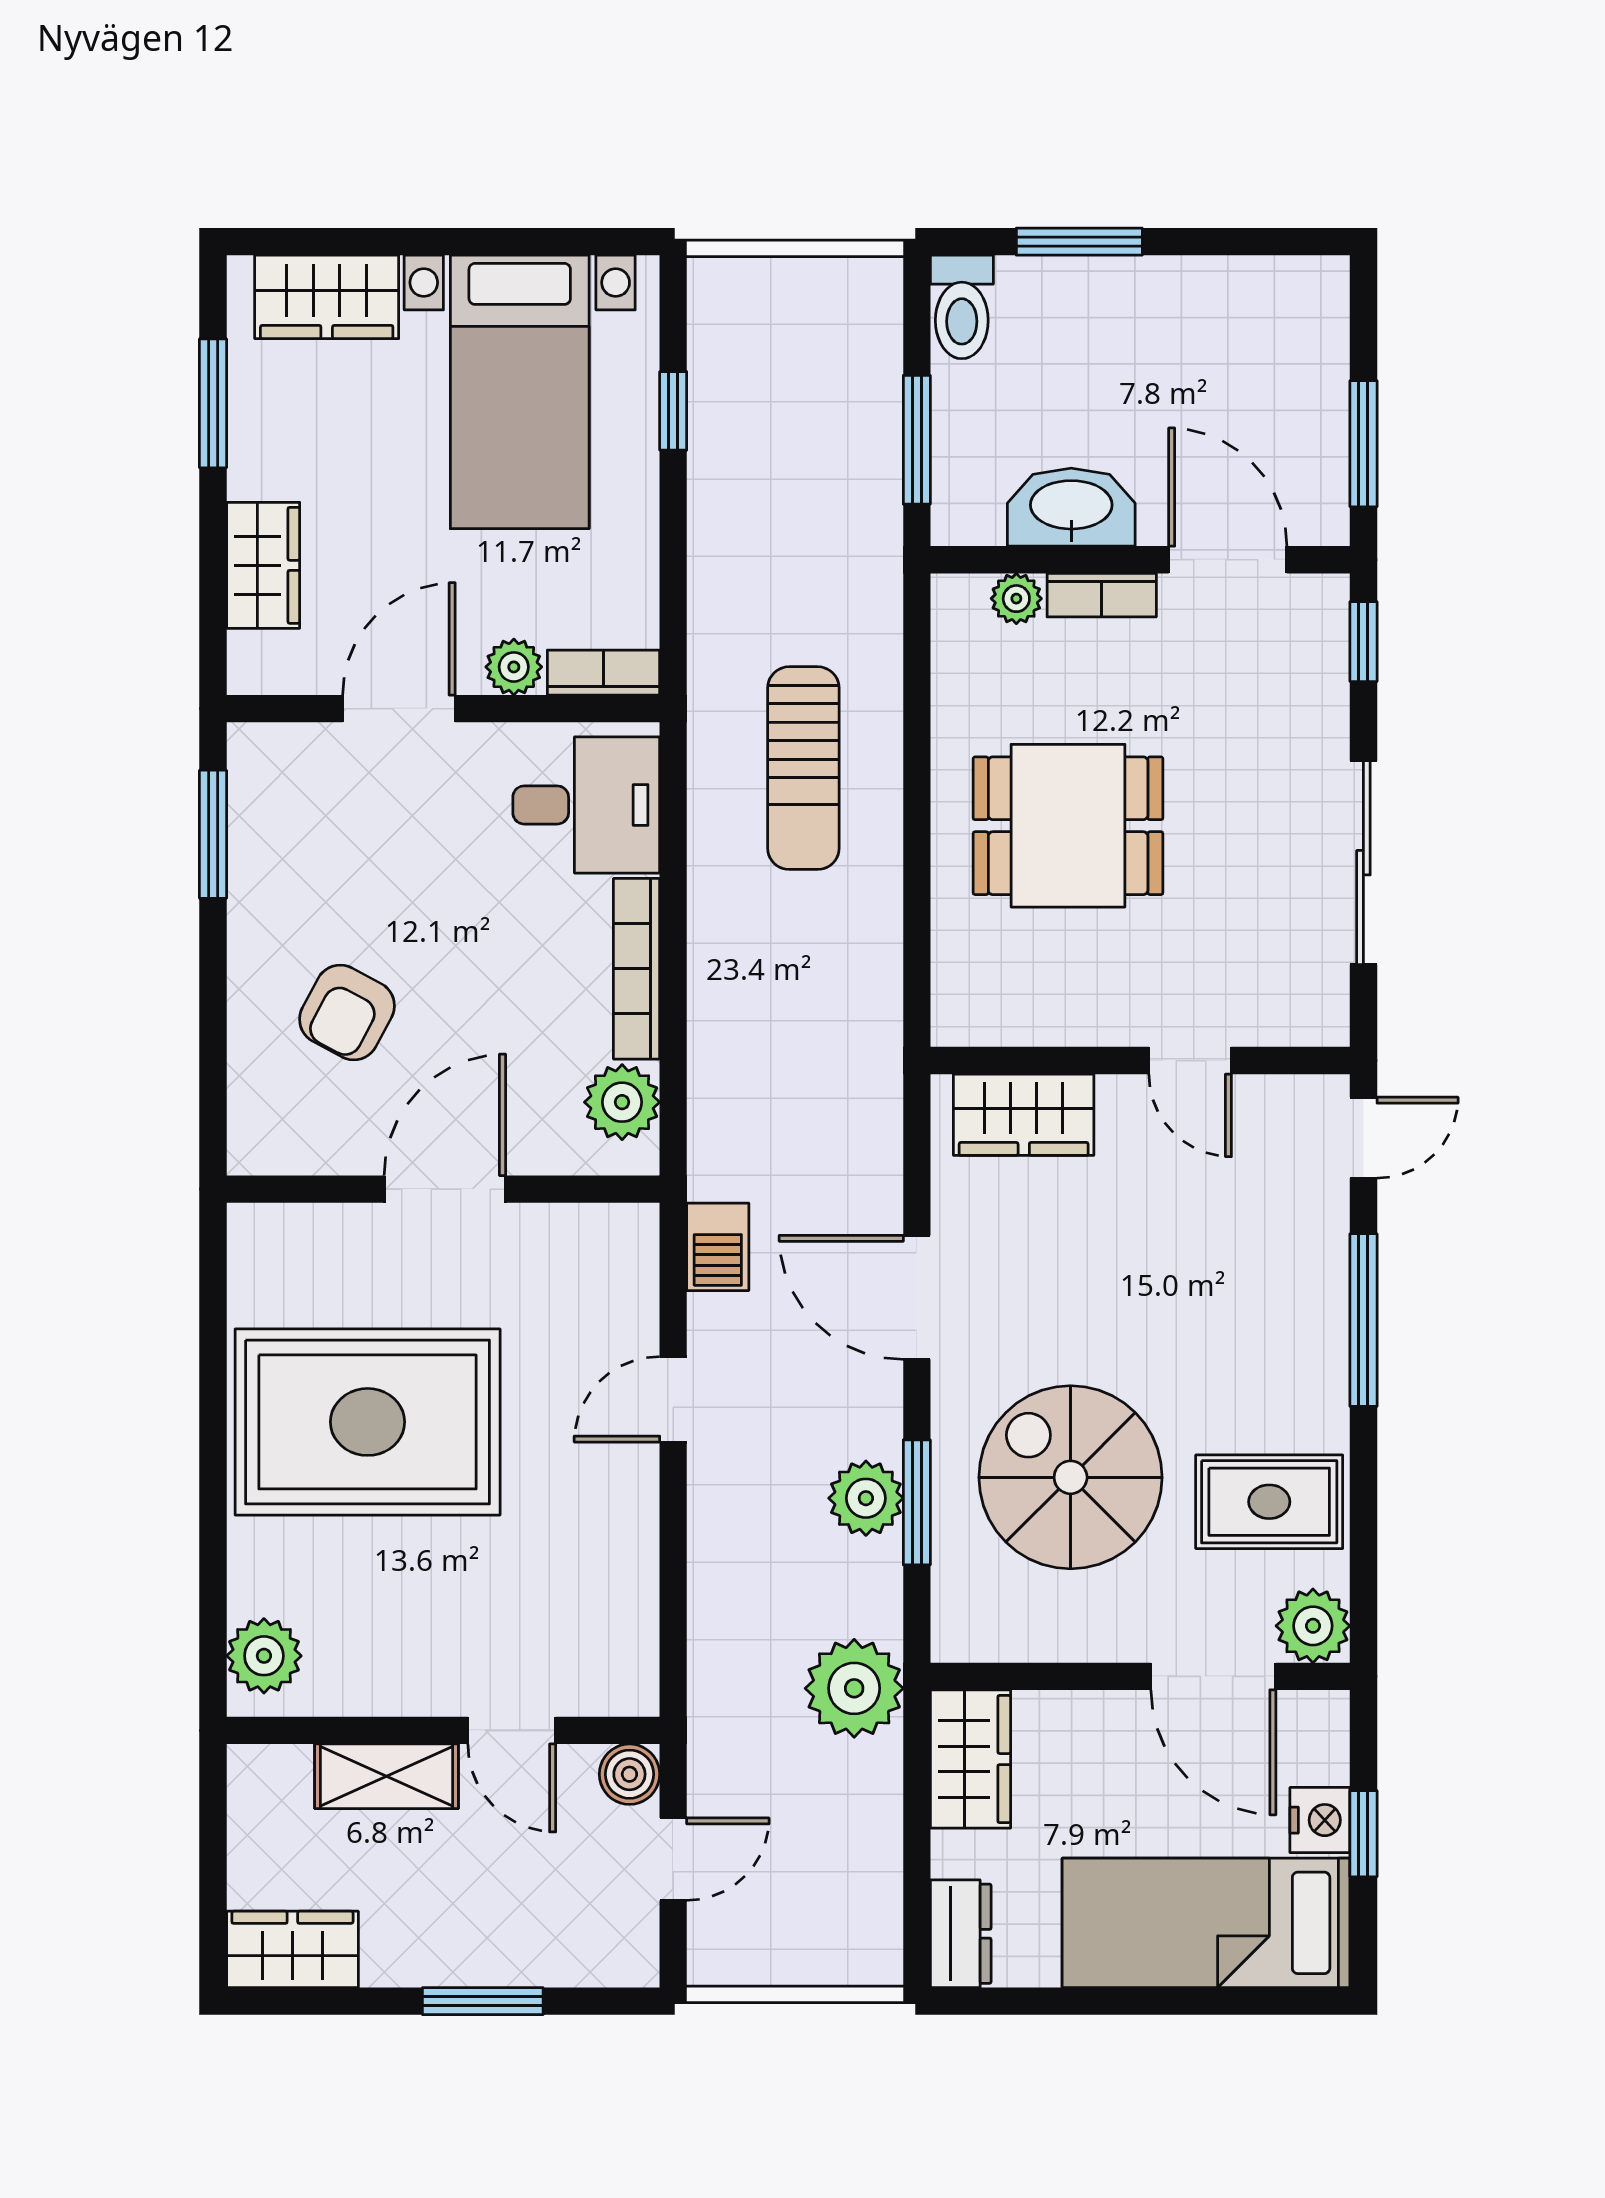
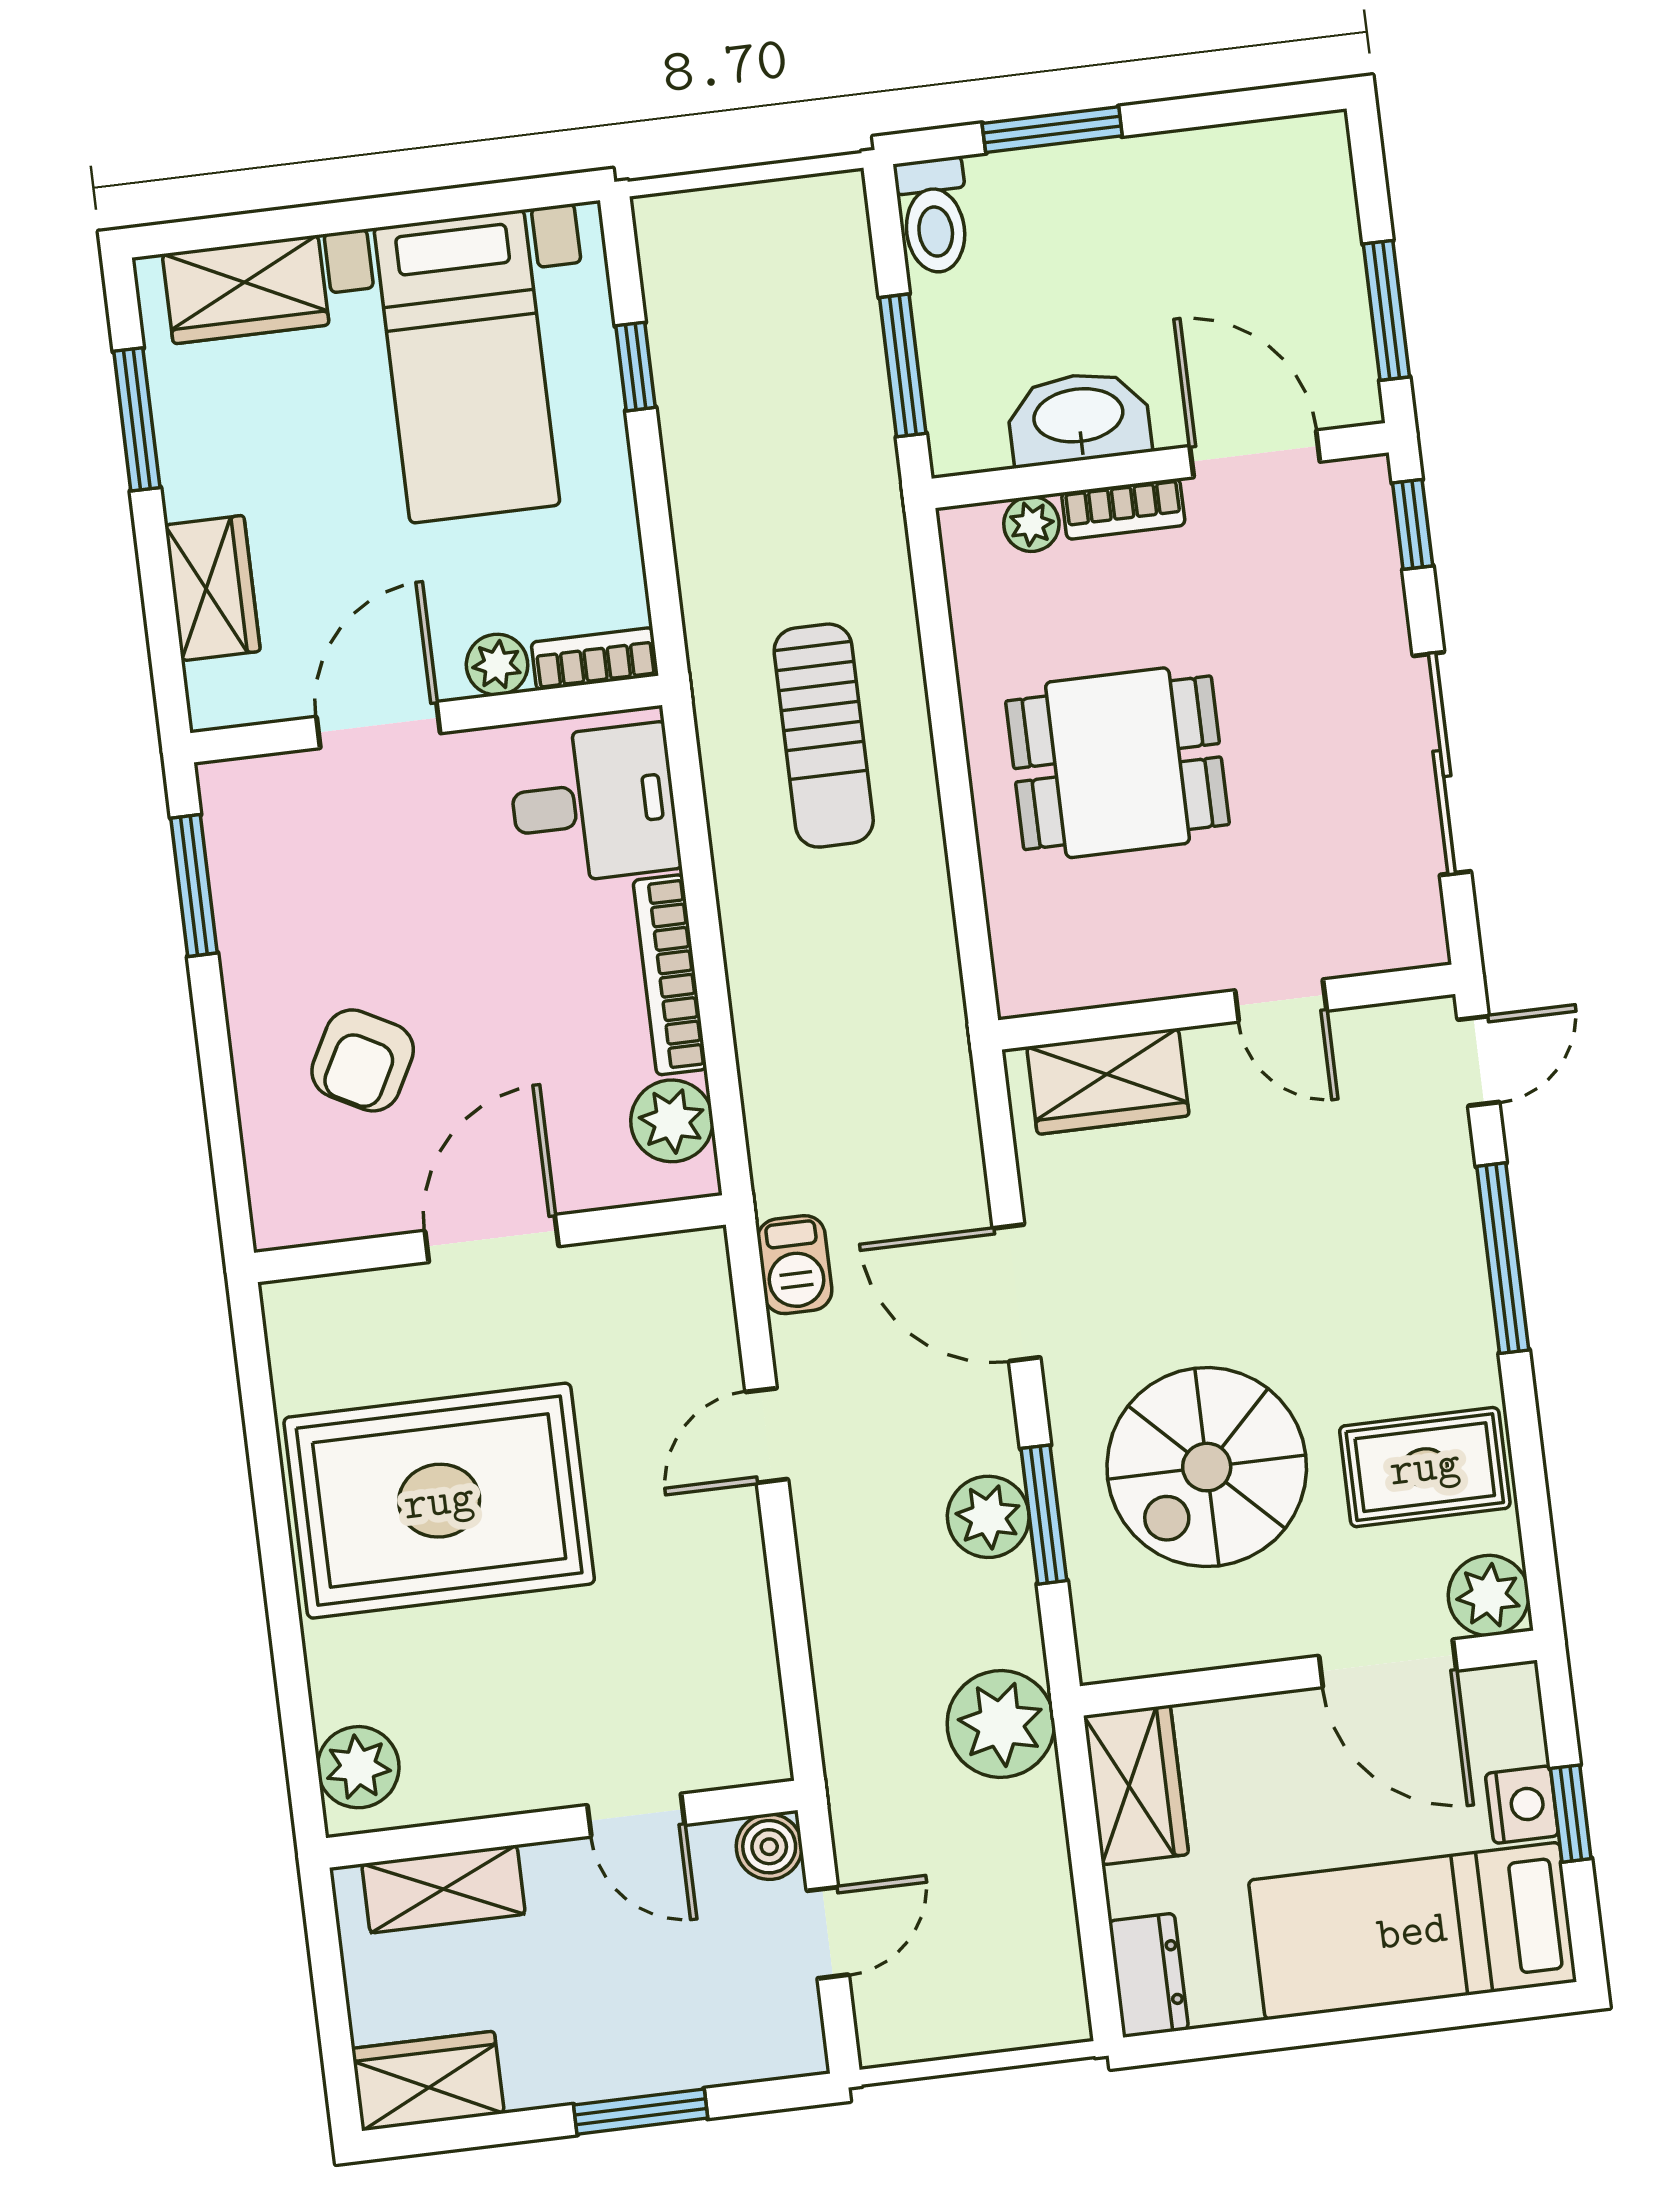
spiral stairs: (1071, 1477) -> (1207, 1467), turned -90
shelving: (386, 1776) -> (443, 1889), moved

